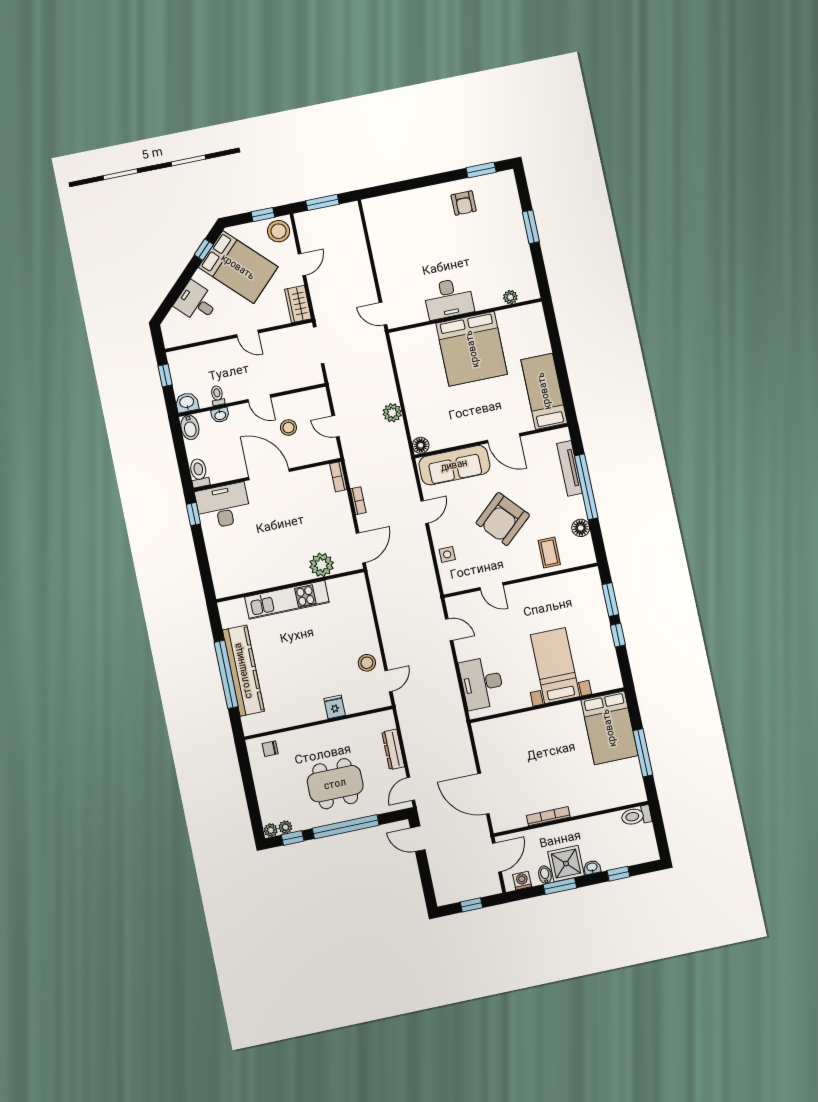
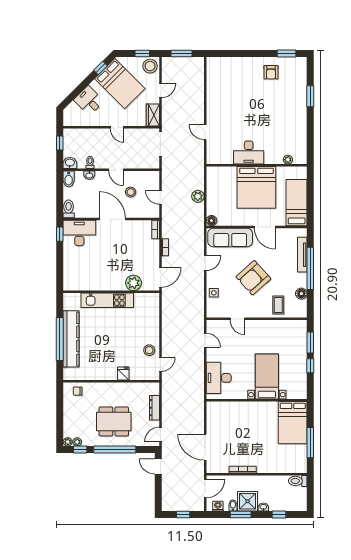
plant: (510, 297) -> (288, 160), moved
desk: (449, 299) -> (249, 153), moved
wall: (465, 315) -> (257, 165), moved
bed: (472, 349) -> (256, 187), moved

